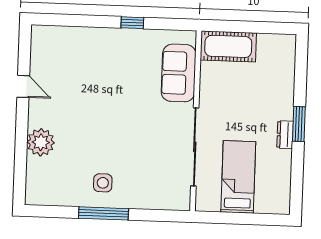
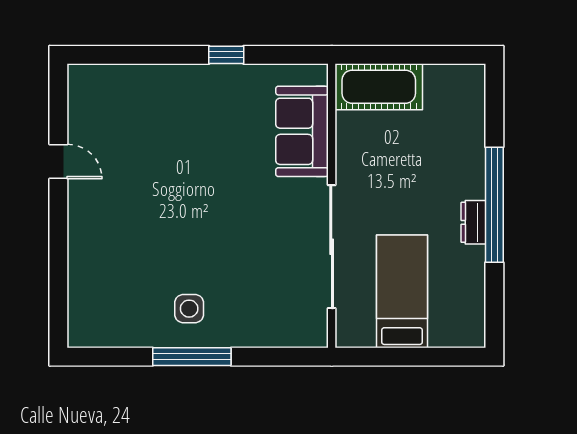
window: (299, 124) -> (494, 205), width x2.11
plant: (41, 142) -> (89, 248), removed

